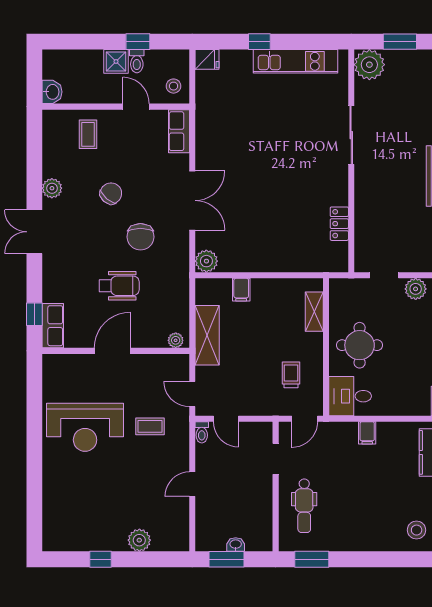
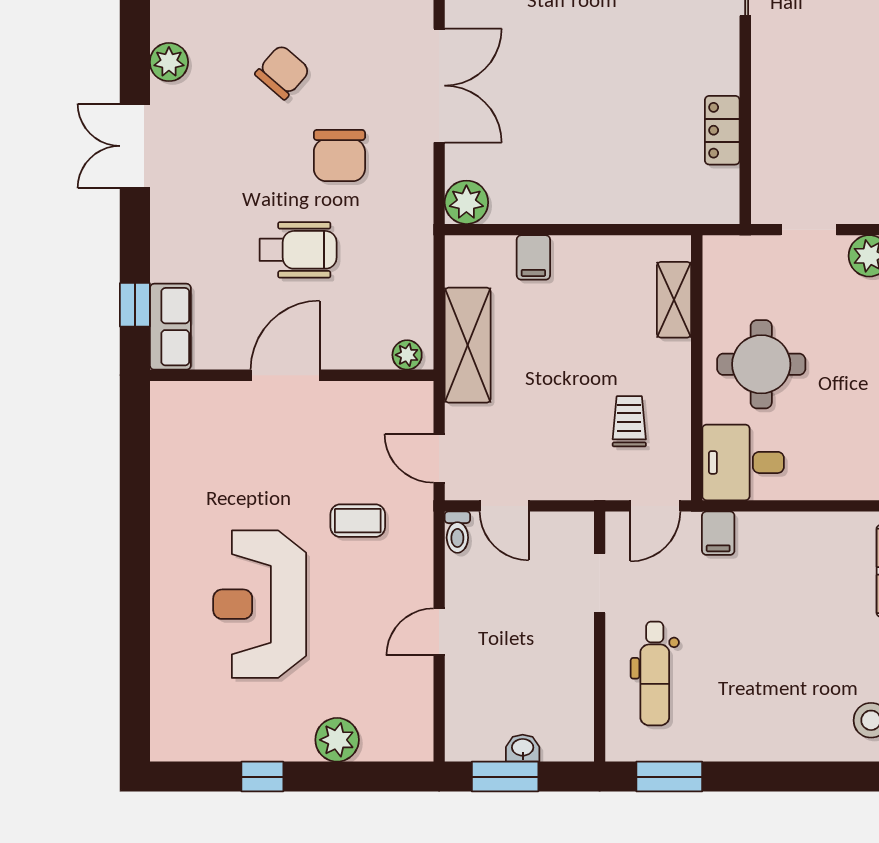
reception desk: (85, 427) -> (260, 604), moved, turned 90
filing cabinet: (367, 433) -> (718, 533), moved

